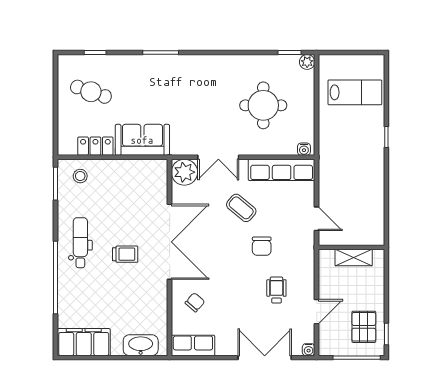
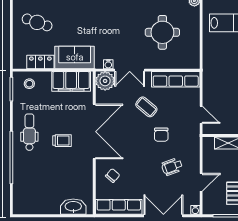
water cooler: (304, 149) -> (108, 64), moved
wheelchair: (276, 290) -> (172, 167), turned -110
filing cabinet: (84, 342) -> (71, 81), moved, turned 180
row of seats: (193, 345) -> (119, 207), width x1.48

